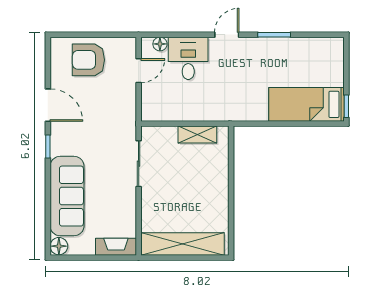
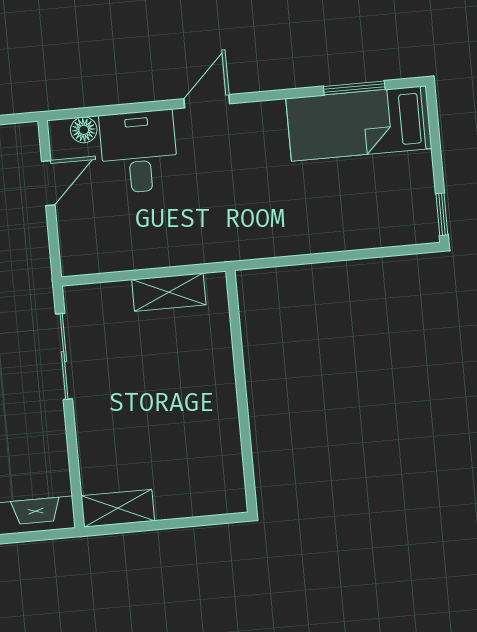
window: (274, 35) -> (354, 88), moved
bed: (307, 104) -> (359, 123), moved
shelving: (182, 244) -> (118, 508), width x0.45, depth x0.75

